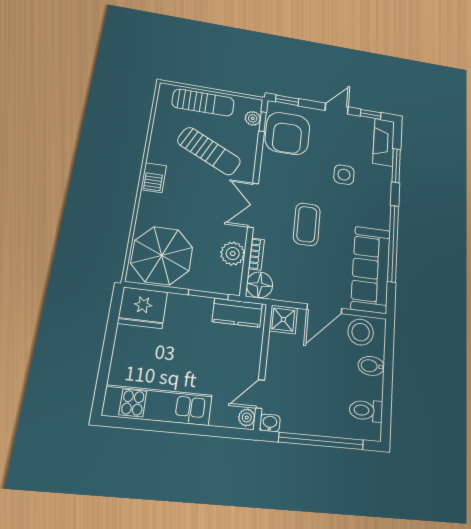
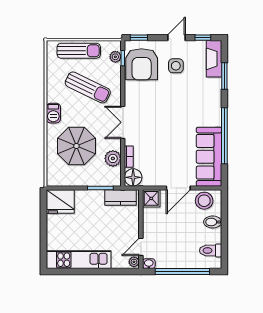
side table: (344, 175) -> (176, 66), moved
coffee table: (307, 224) -> (161, 131), removed
parasol: (162, 255) -> (76, 146), moved

